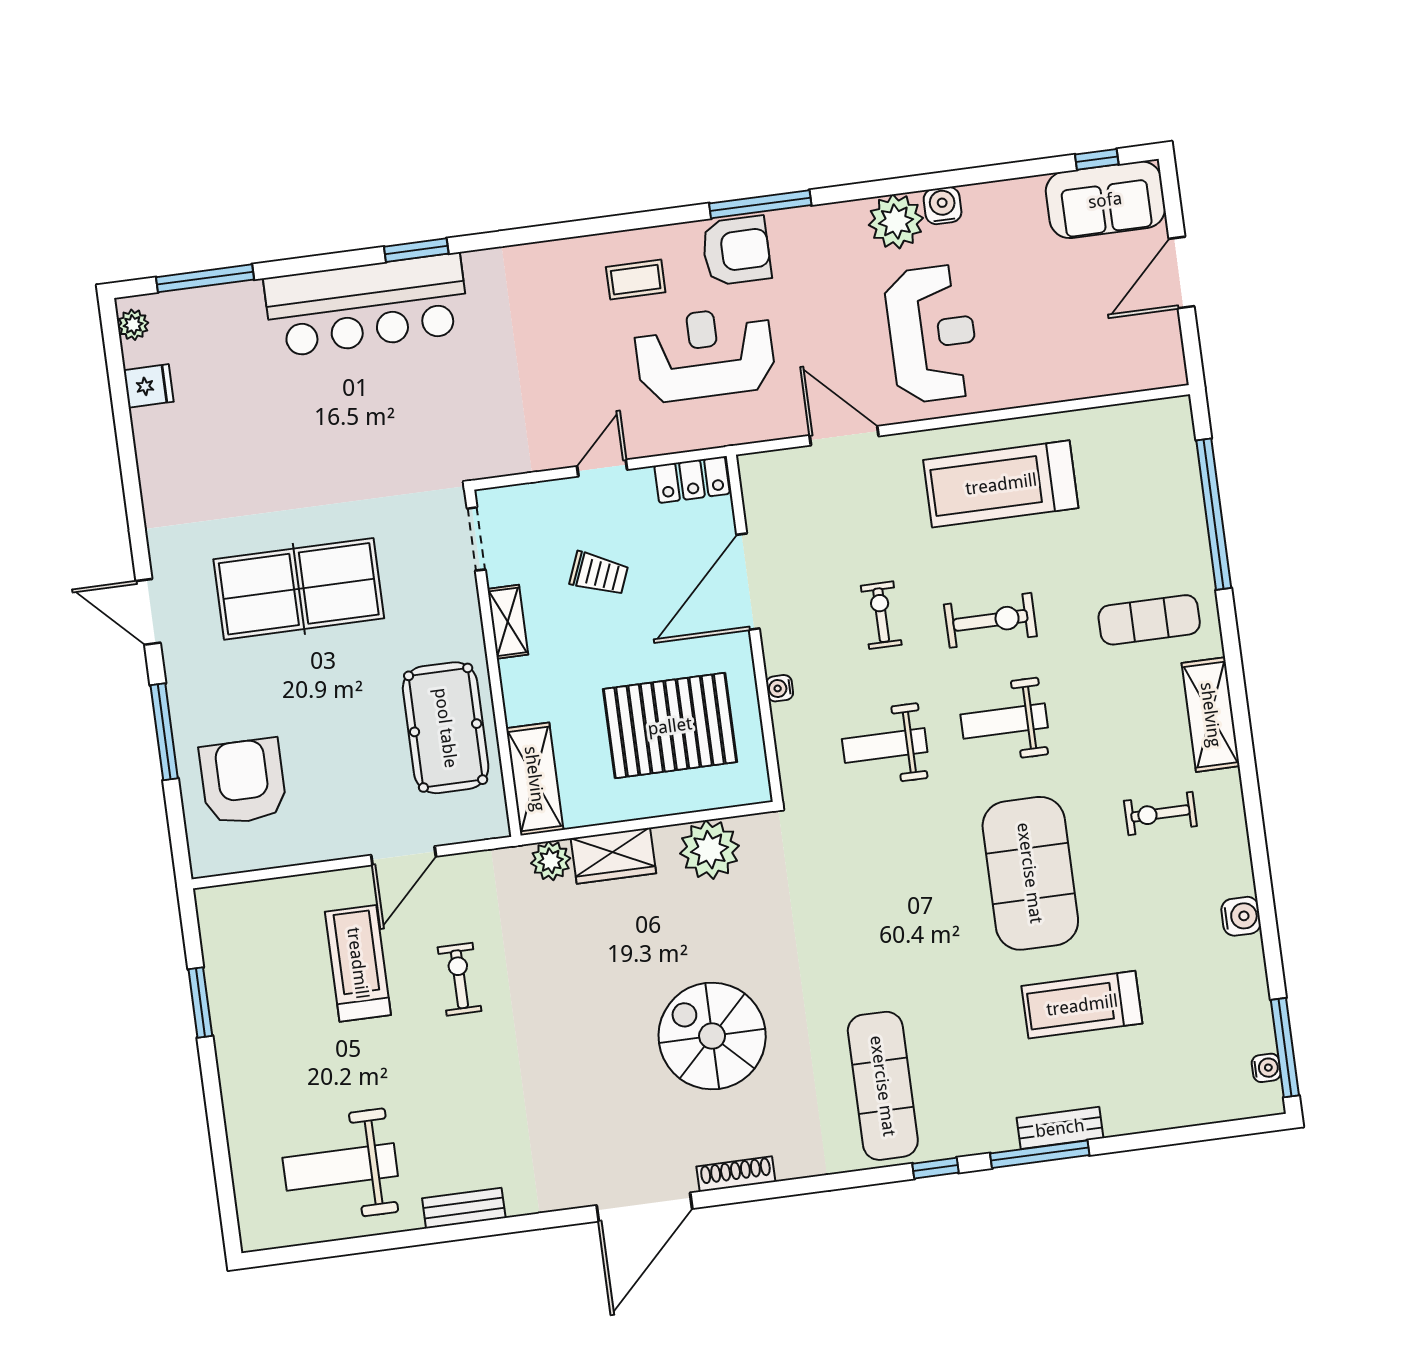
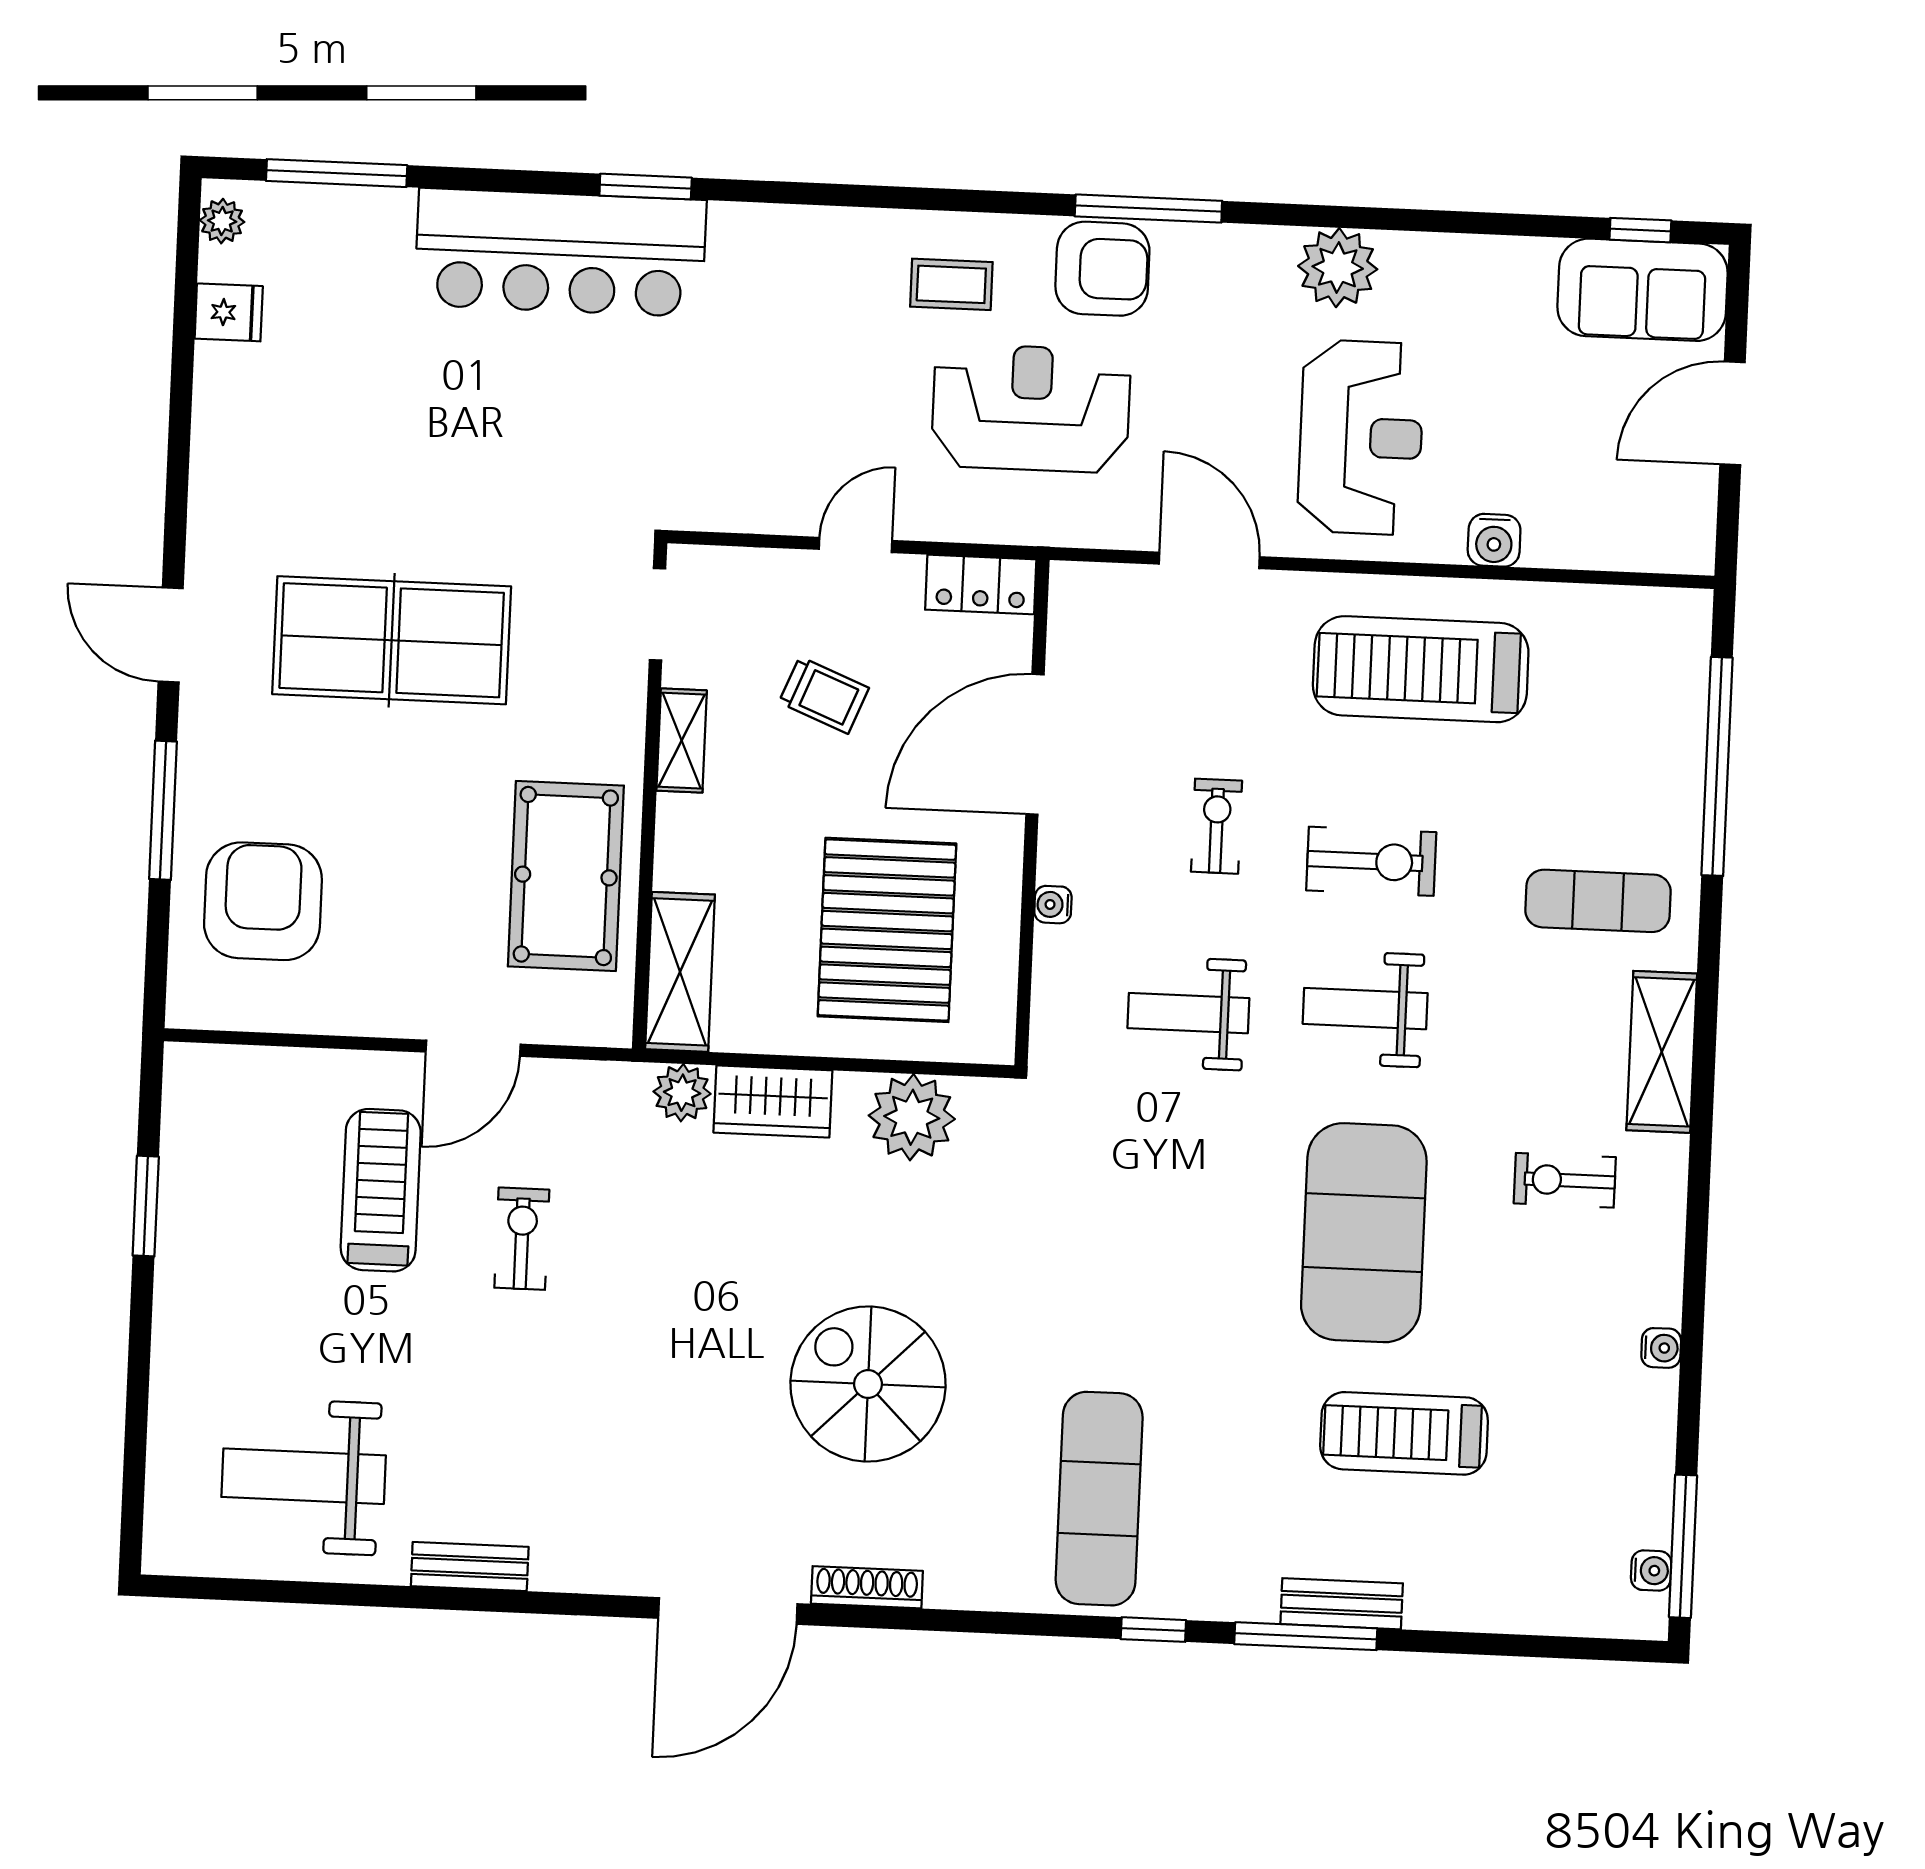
water cooler: (943, 206) -> (1494, 540), moved, turned 180
pallet: (670, 726) -> (887, 930), turned 90
water cooler: (1241, 916) -> (1661, 1348), width x0.72, depth x0.72

